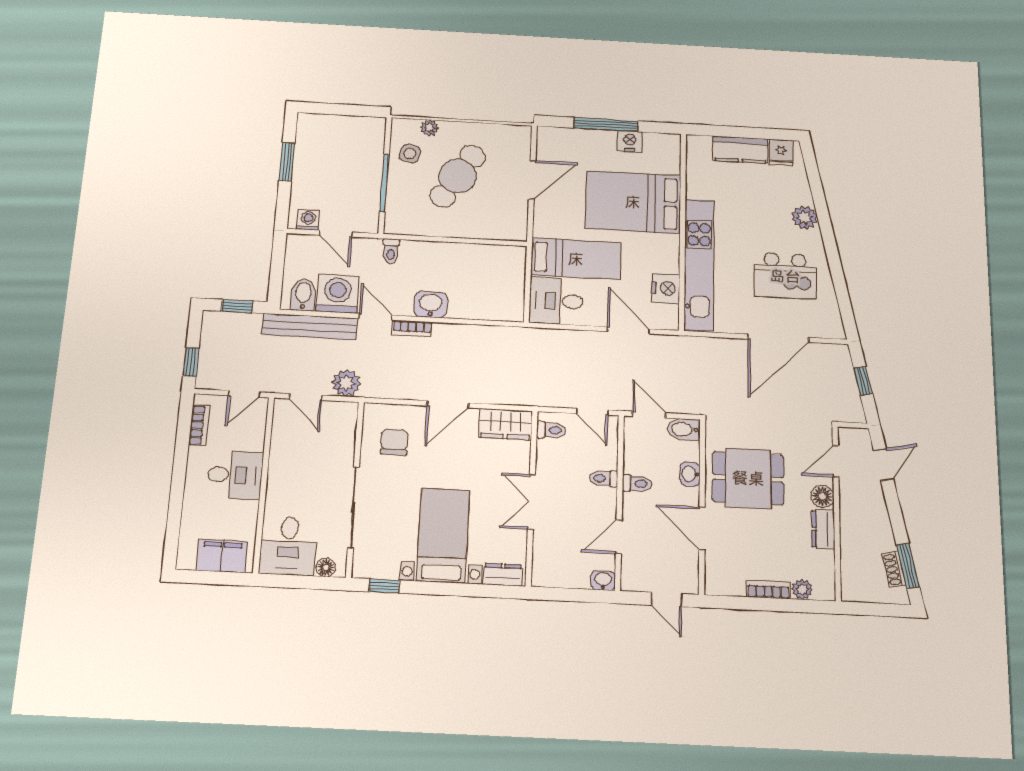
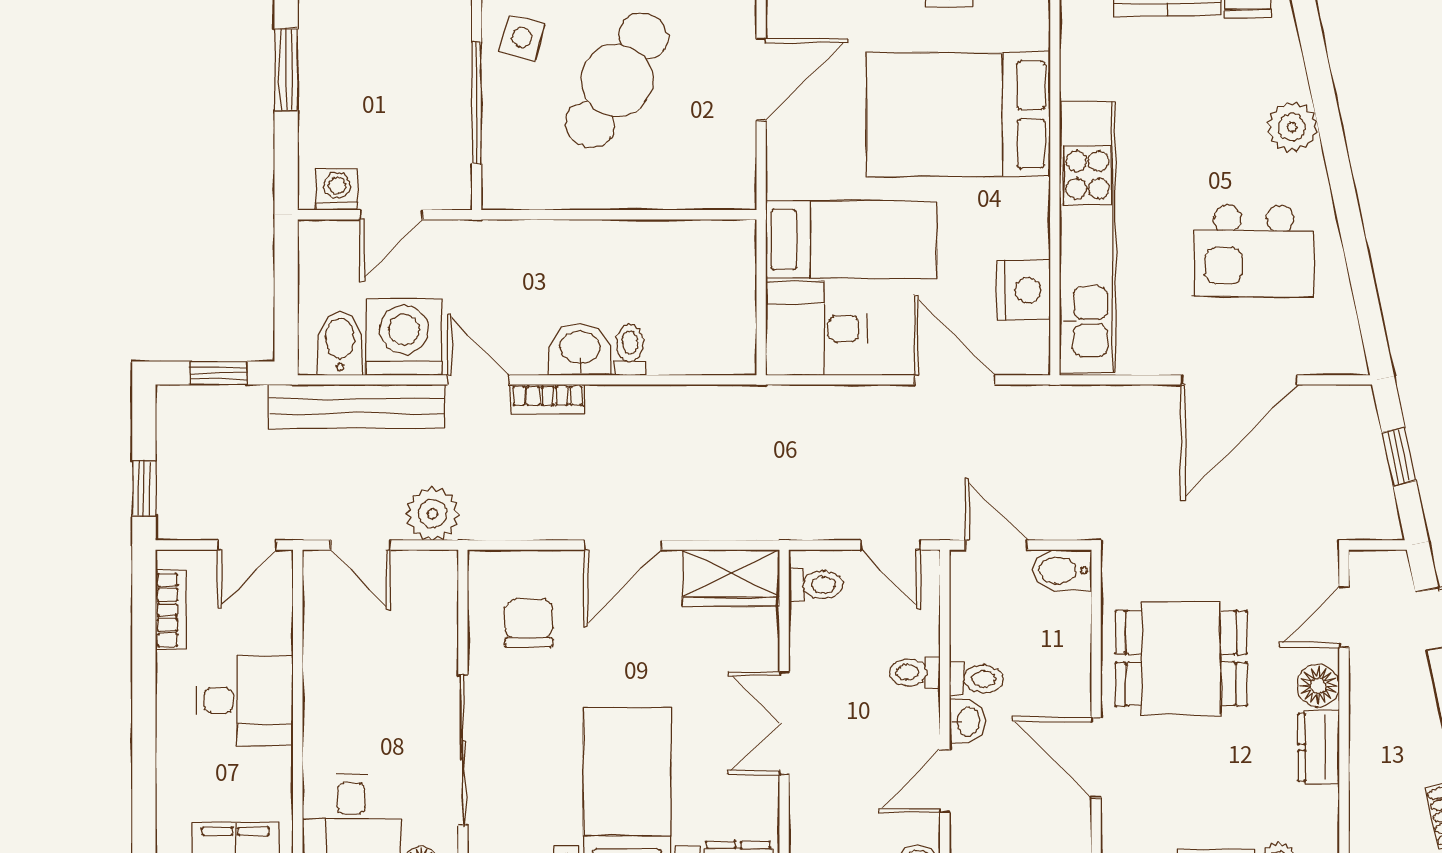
door: (336, 234) -> (391, 215), hinge flipped
toilet: (391, 251) -> (630, 350), moved, turned 180
washbasin: (690, 474) -> (967, 721), moved, turned 180

